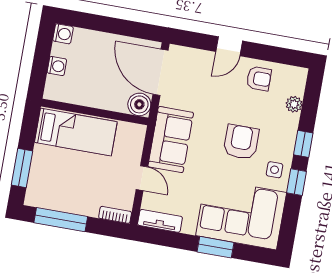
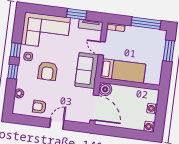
bed: (76, 132) -> (123, 71), moved, turned 180
window: (216, 247) -> (77, 14), moved

